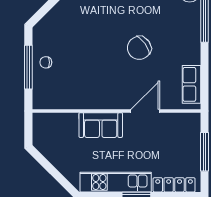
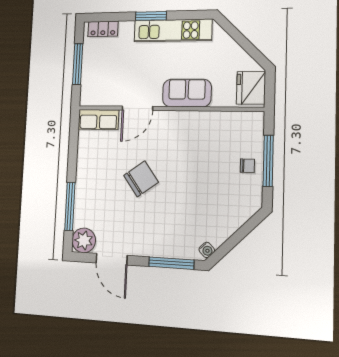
row of seats: (192, 84) -> (98, 120), moved, turned 90
fridge: (44, 130) -> (251, 88), added
locker: (174, 185) -> (103, 29), width x0.66

